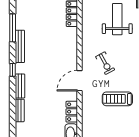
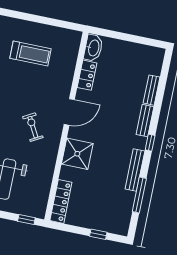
shower: (67, 50) -> (77, 154), added
treadmill: (117, 99) -> (31, 54), moved

